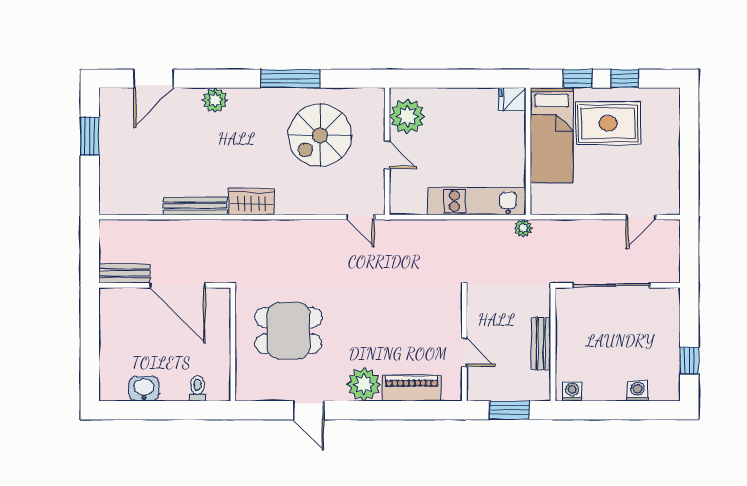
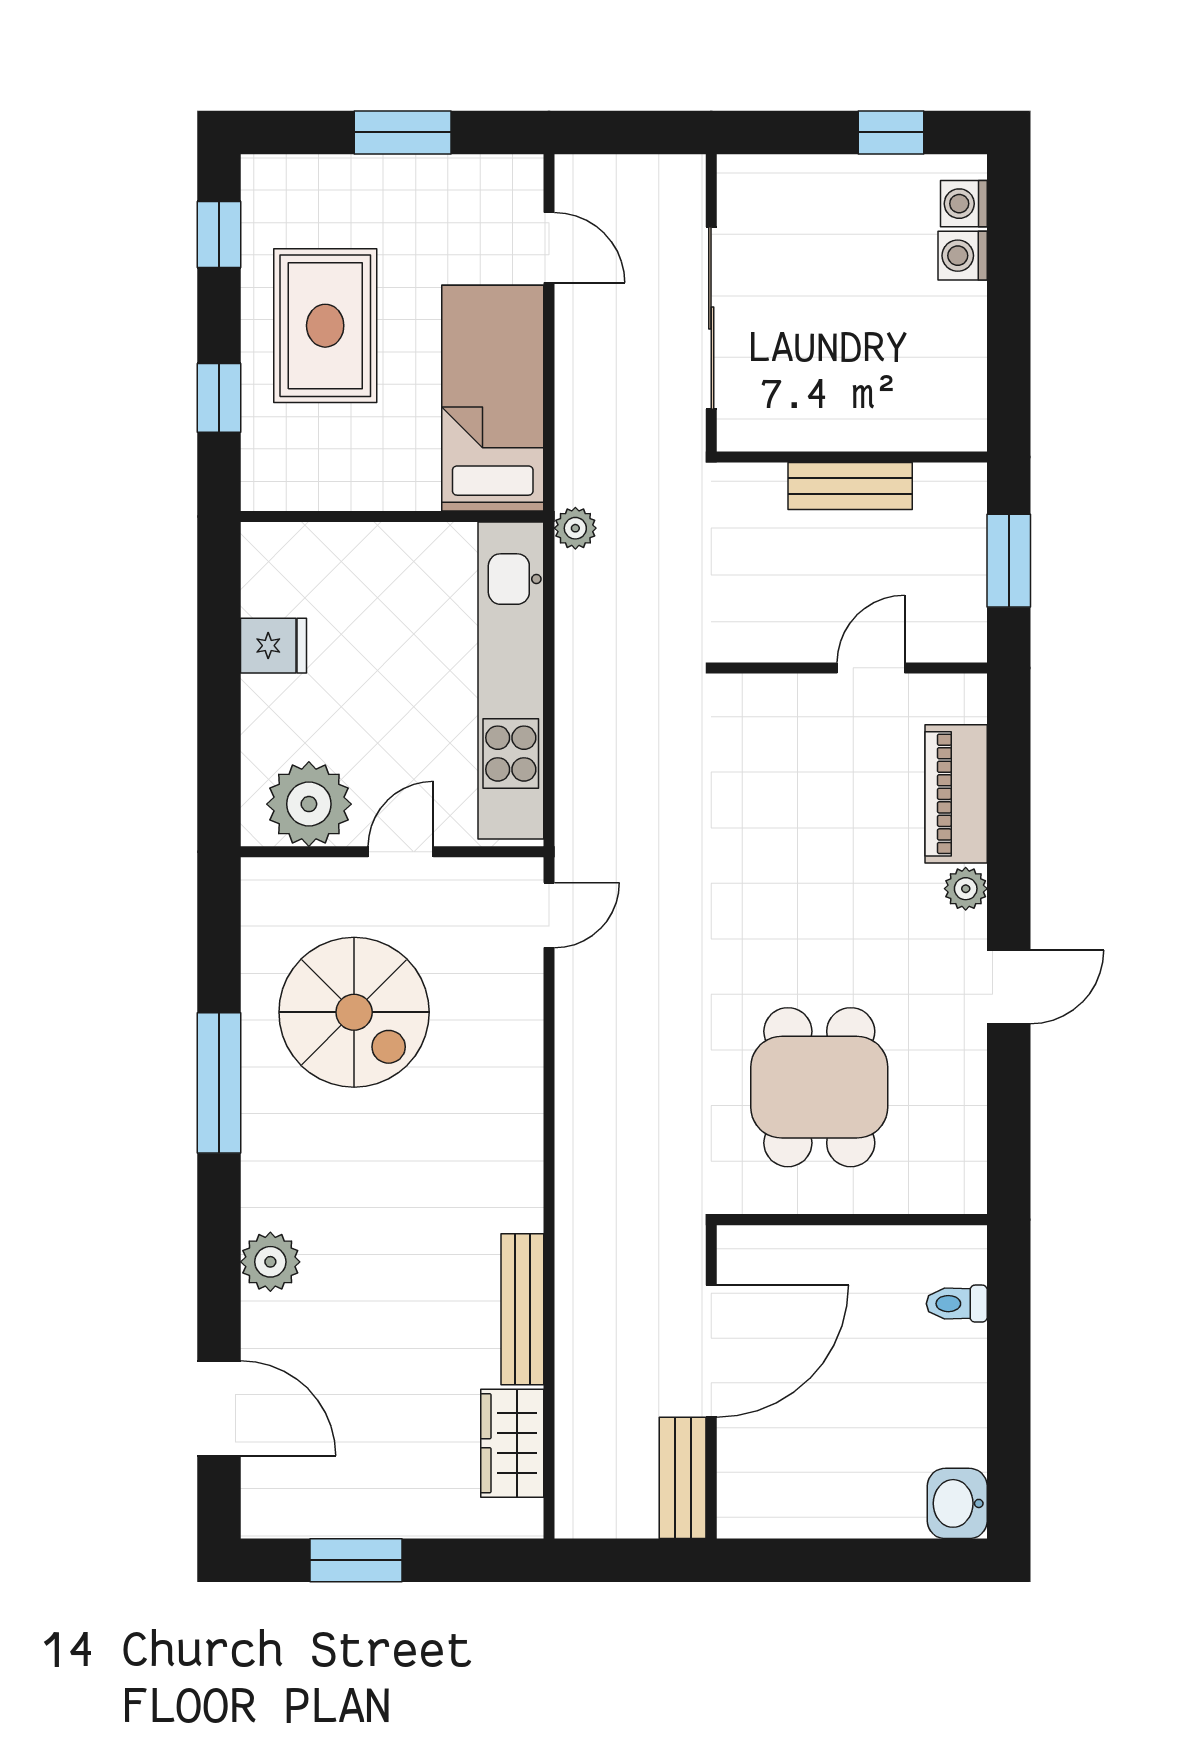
window: (625, 79) -> (219, 234), moved
fridge: (512, 99) -> (273, 646), moved, turned -90
bed: (552, 135) -> (493, 398), moved, turned -90
window: (689, 156) -> (403, 132), added
kitchen unit: (477, 201) -> (511, 681), width x1.36
wardrobe: (251, 202) -> (512, 1443), moved
plant: (364, 384) -> (966, 889), width x0.53, depth x0.53
washbasin: (144, 389) -> (957, 1503), moved
washing machine: (572, 391) -> (964, 204), moved
door: (308, 410) -> (1009, 987), moved

